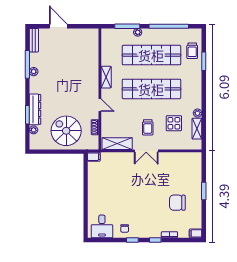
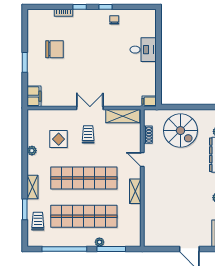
shelving: (197, 129) -> (32, 187), moved
desk: (102, 226) -> (143, 50), moved, turned 90
filing cabinet: (196, 233) -> (34, 96), moved, width x2.00

